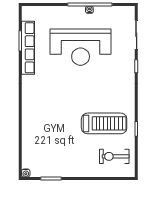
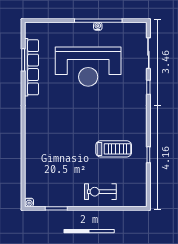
treadmill: (104, 123) -> (114, 149), width x0.73, depth x0.73
exercise bike: (114, 156) -> (100, 192), moved

